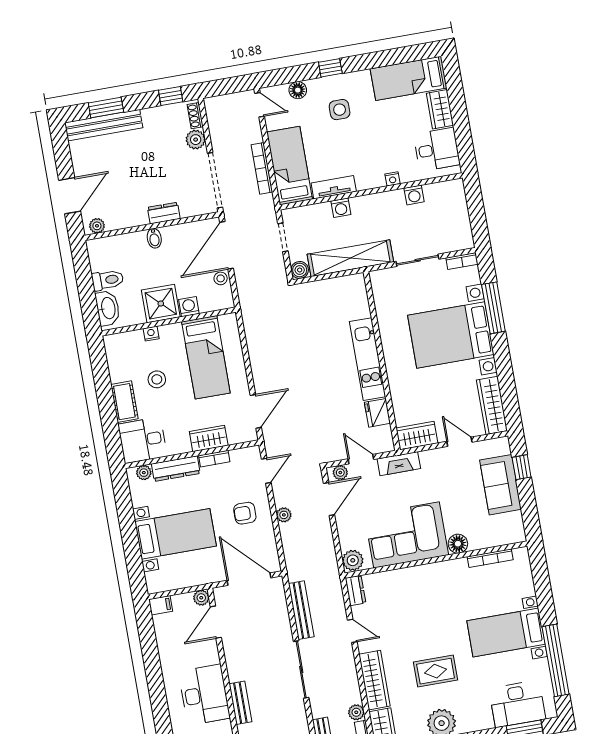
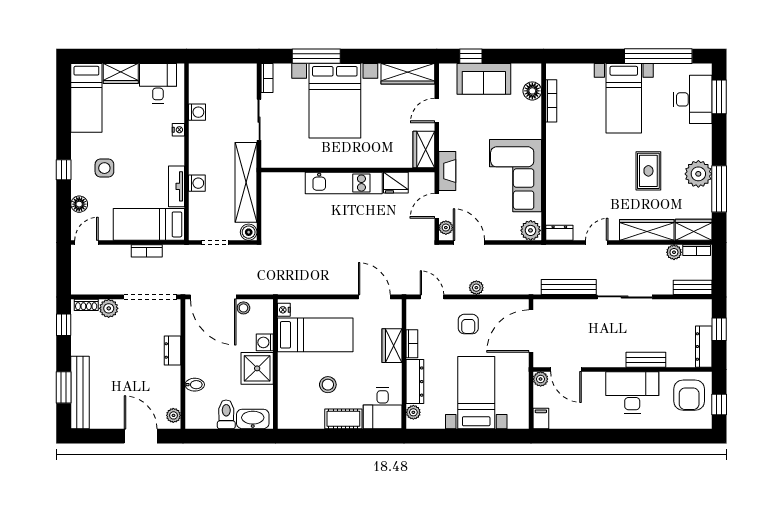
bookcase: (262, 168) -> (147, 251), width x0.64
bidet: (154, 238) -> (195, 385), moved
nightstand: (151, 334) -> (284, 310), moved
floor lamp: (458, 544) -> (532, 91), moved

